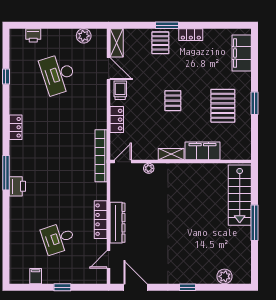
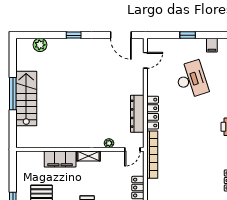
stairs: (240, 195) -> (26, 99), moved
locker: (101, 220) -> (153, 113), moved
dresser: (118, 223) -> (137, 114), moved
desk: (58, 238) -> (191, 80), width x1.37

